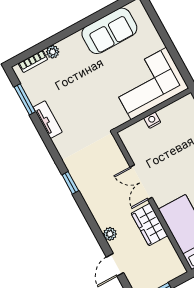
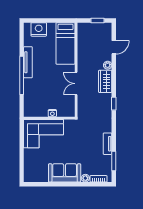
sofa: (109, 31) -> (65, 173), moved
double door: (141, 182) -> (76, 84), swing flipped
wardrobe: (149, 224) -> (105, 81), moved, turned 180

